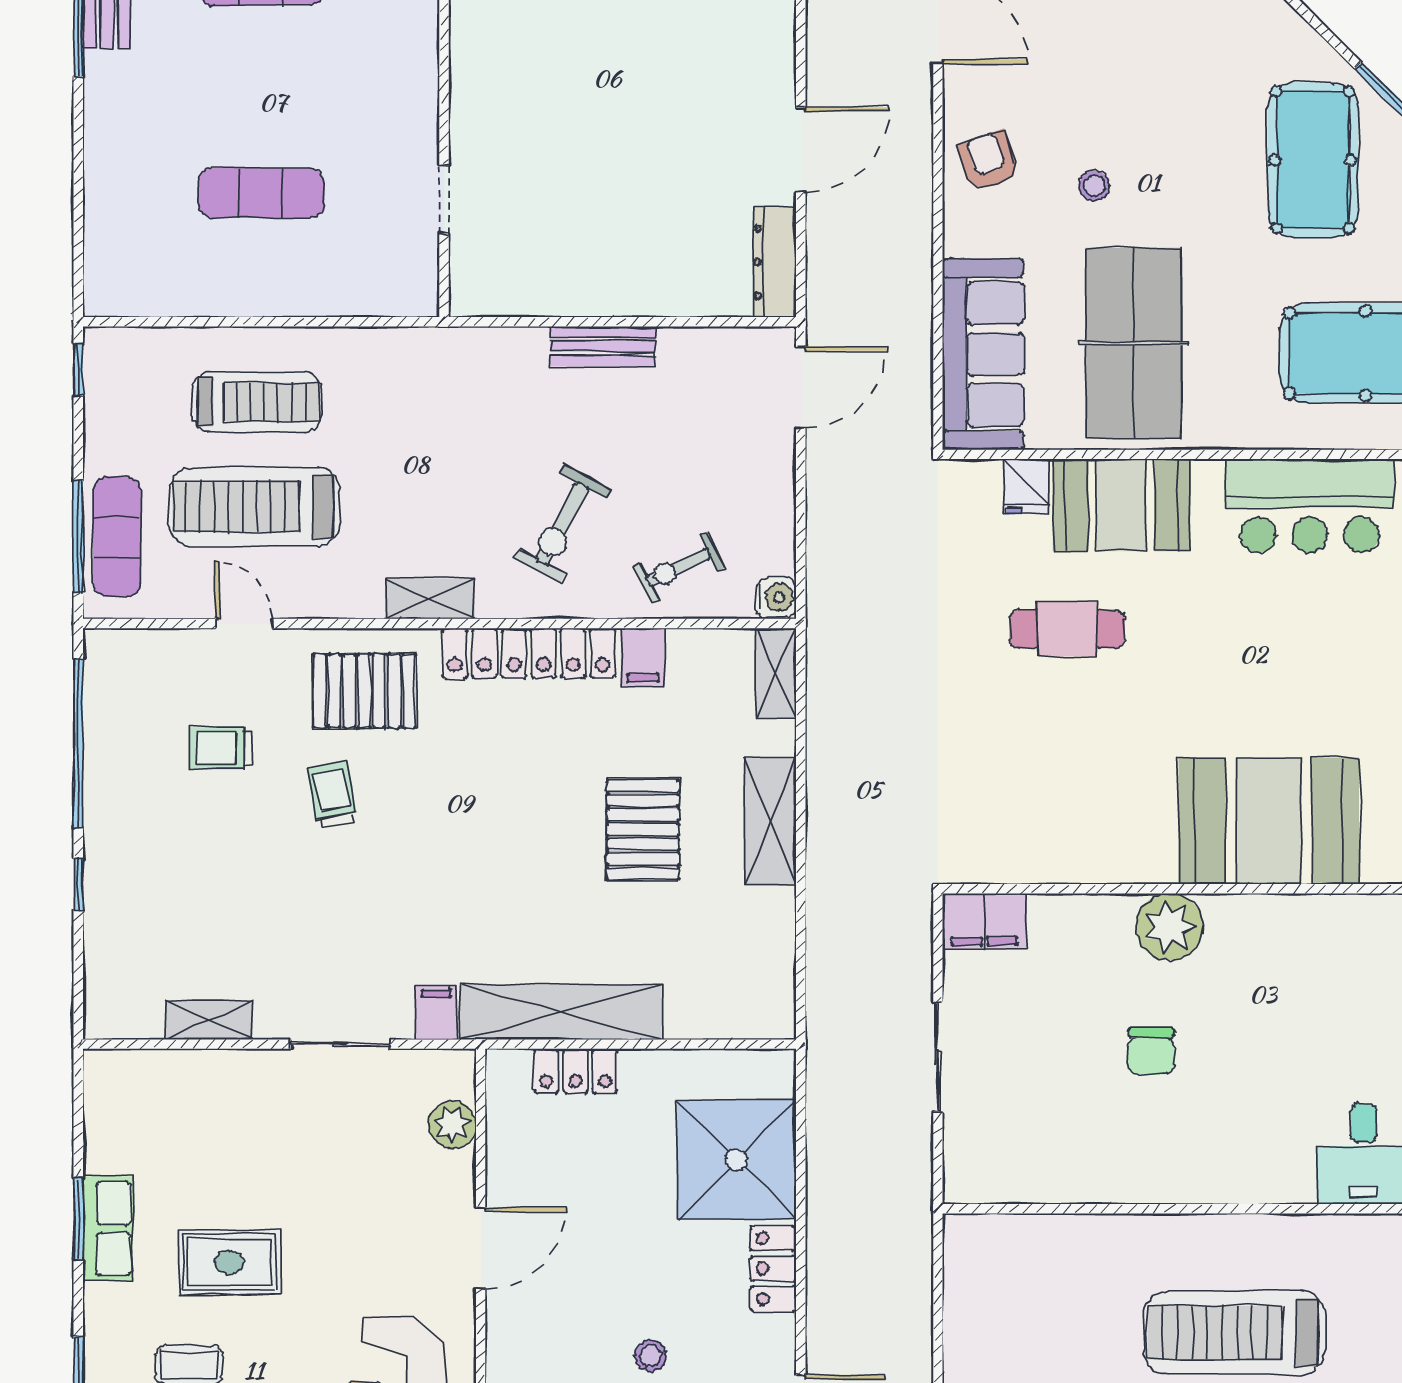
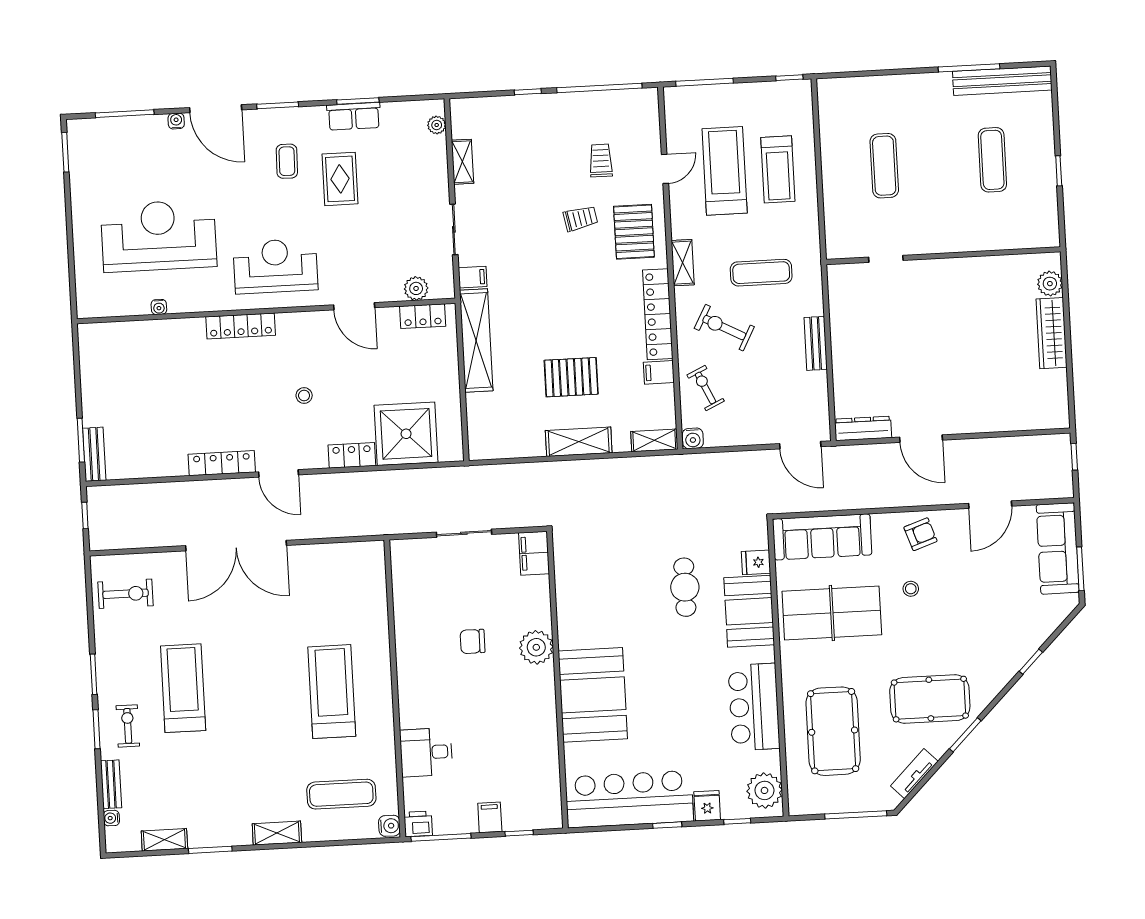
exercise mat: (117, 537) -> (761, 273), moved
plant: (134, 1067) -> (437, 125), added
locker: (575, 1071) -> (423, 316), moved, turned -90

